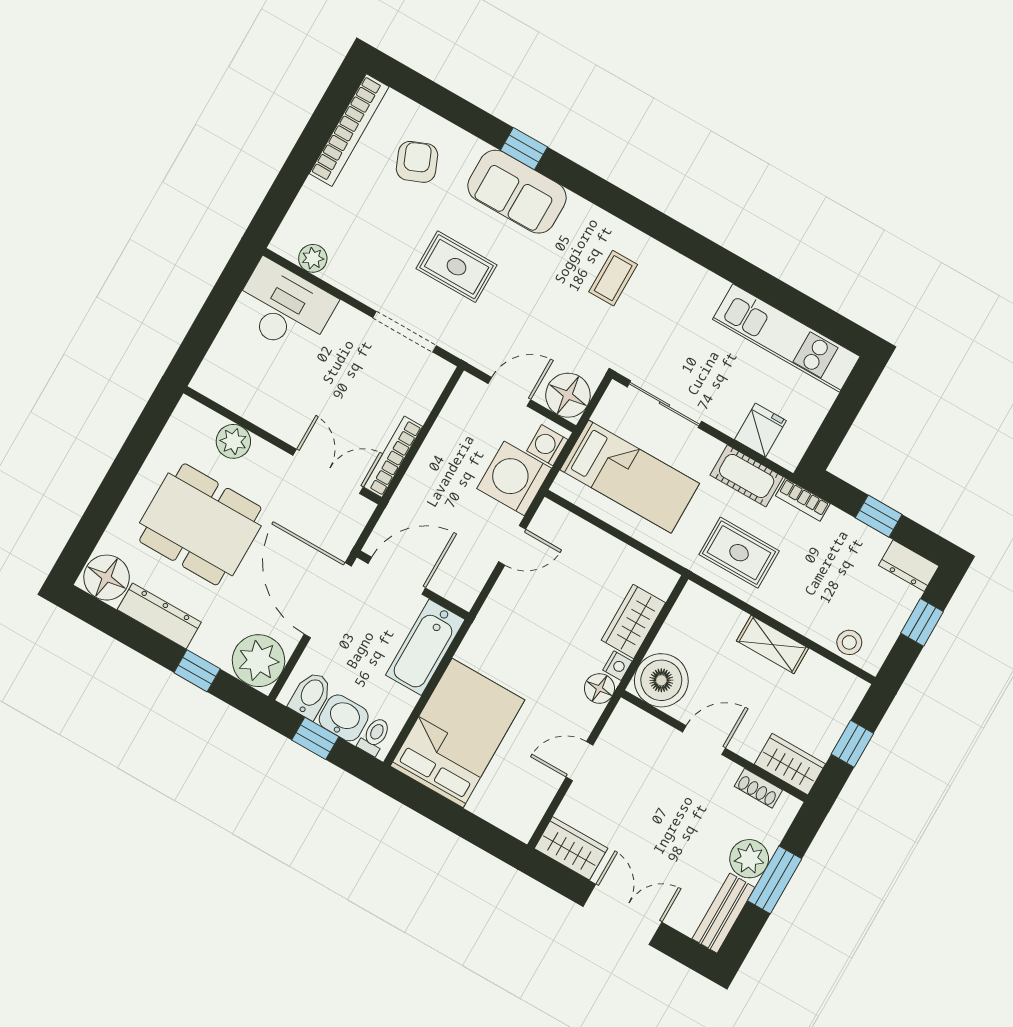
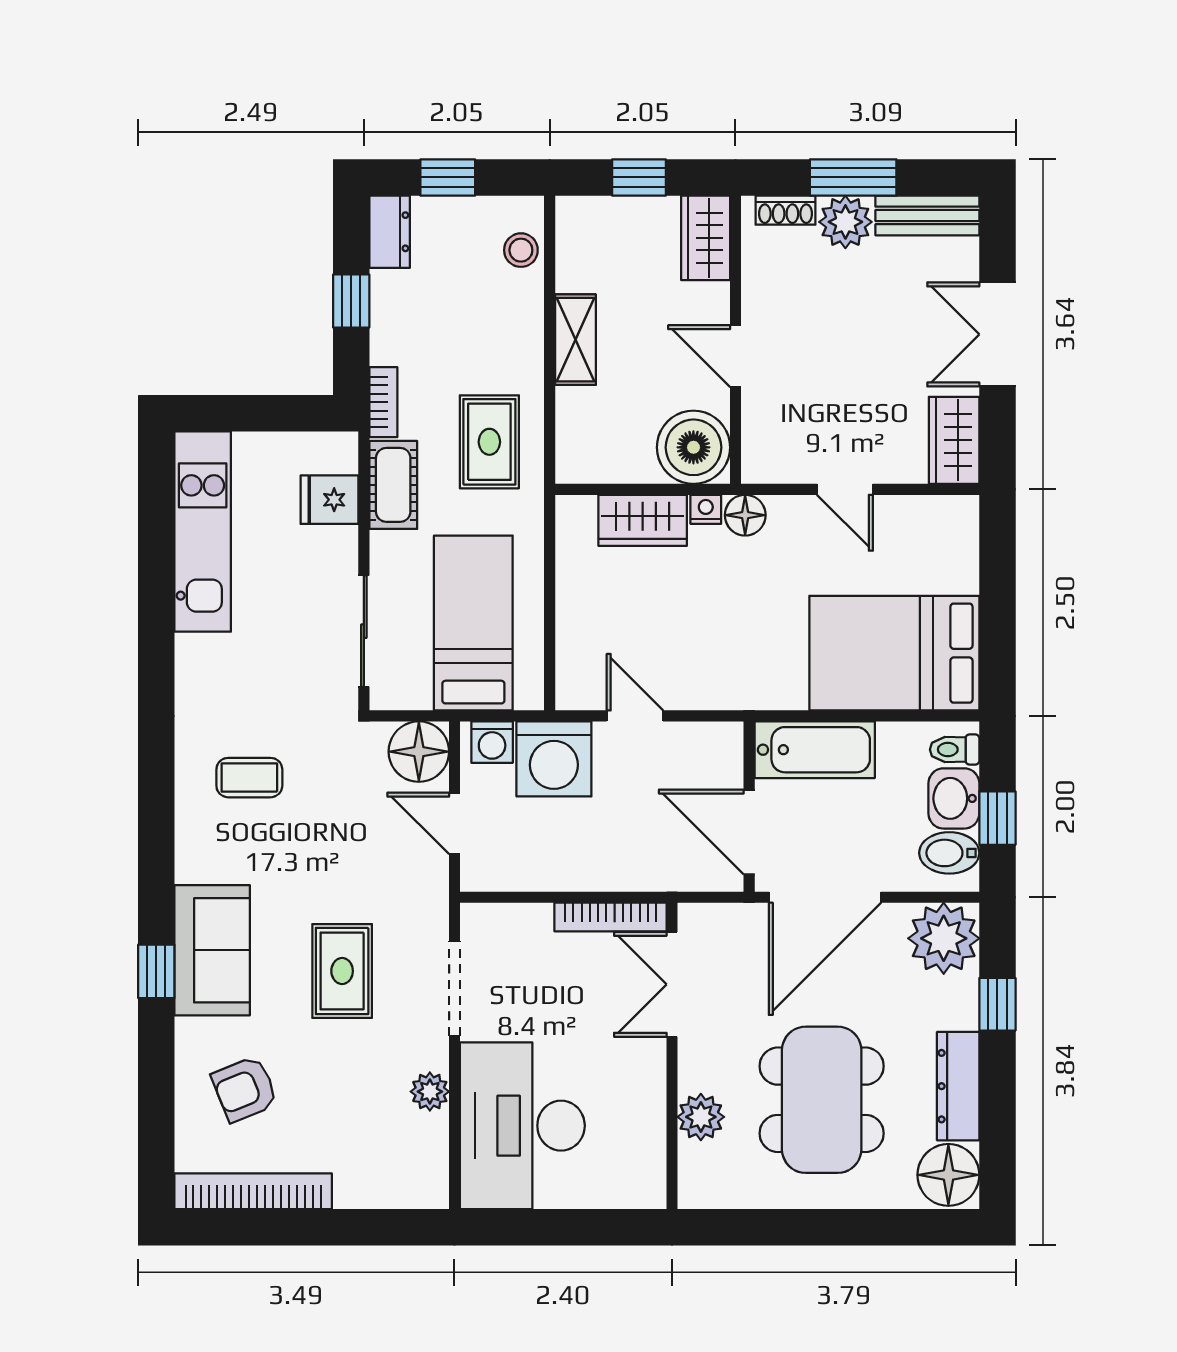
plant: (313, 258) -> (430, 1092), moved
desk: (284, 308) -> (522, 1126), width x1.36, depth x1.30
shoe rack: (758, 788) -> (786, 210), moved, turned 90

